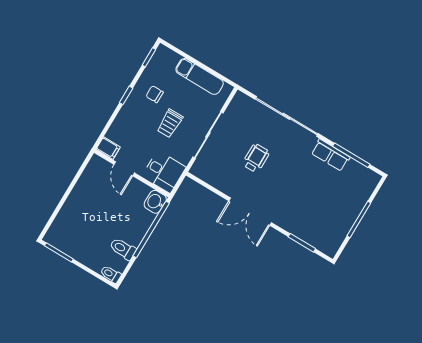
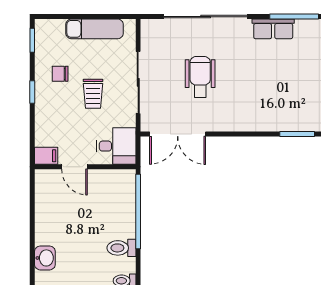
wheelchair: (256, 158) -> (200, 77), width x1.36, depth x1.37
washbasin: (155, 202) -> (45, 258), moved, turned 180
double door: (250, 212) -> (178, 134), moved

